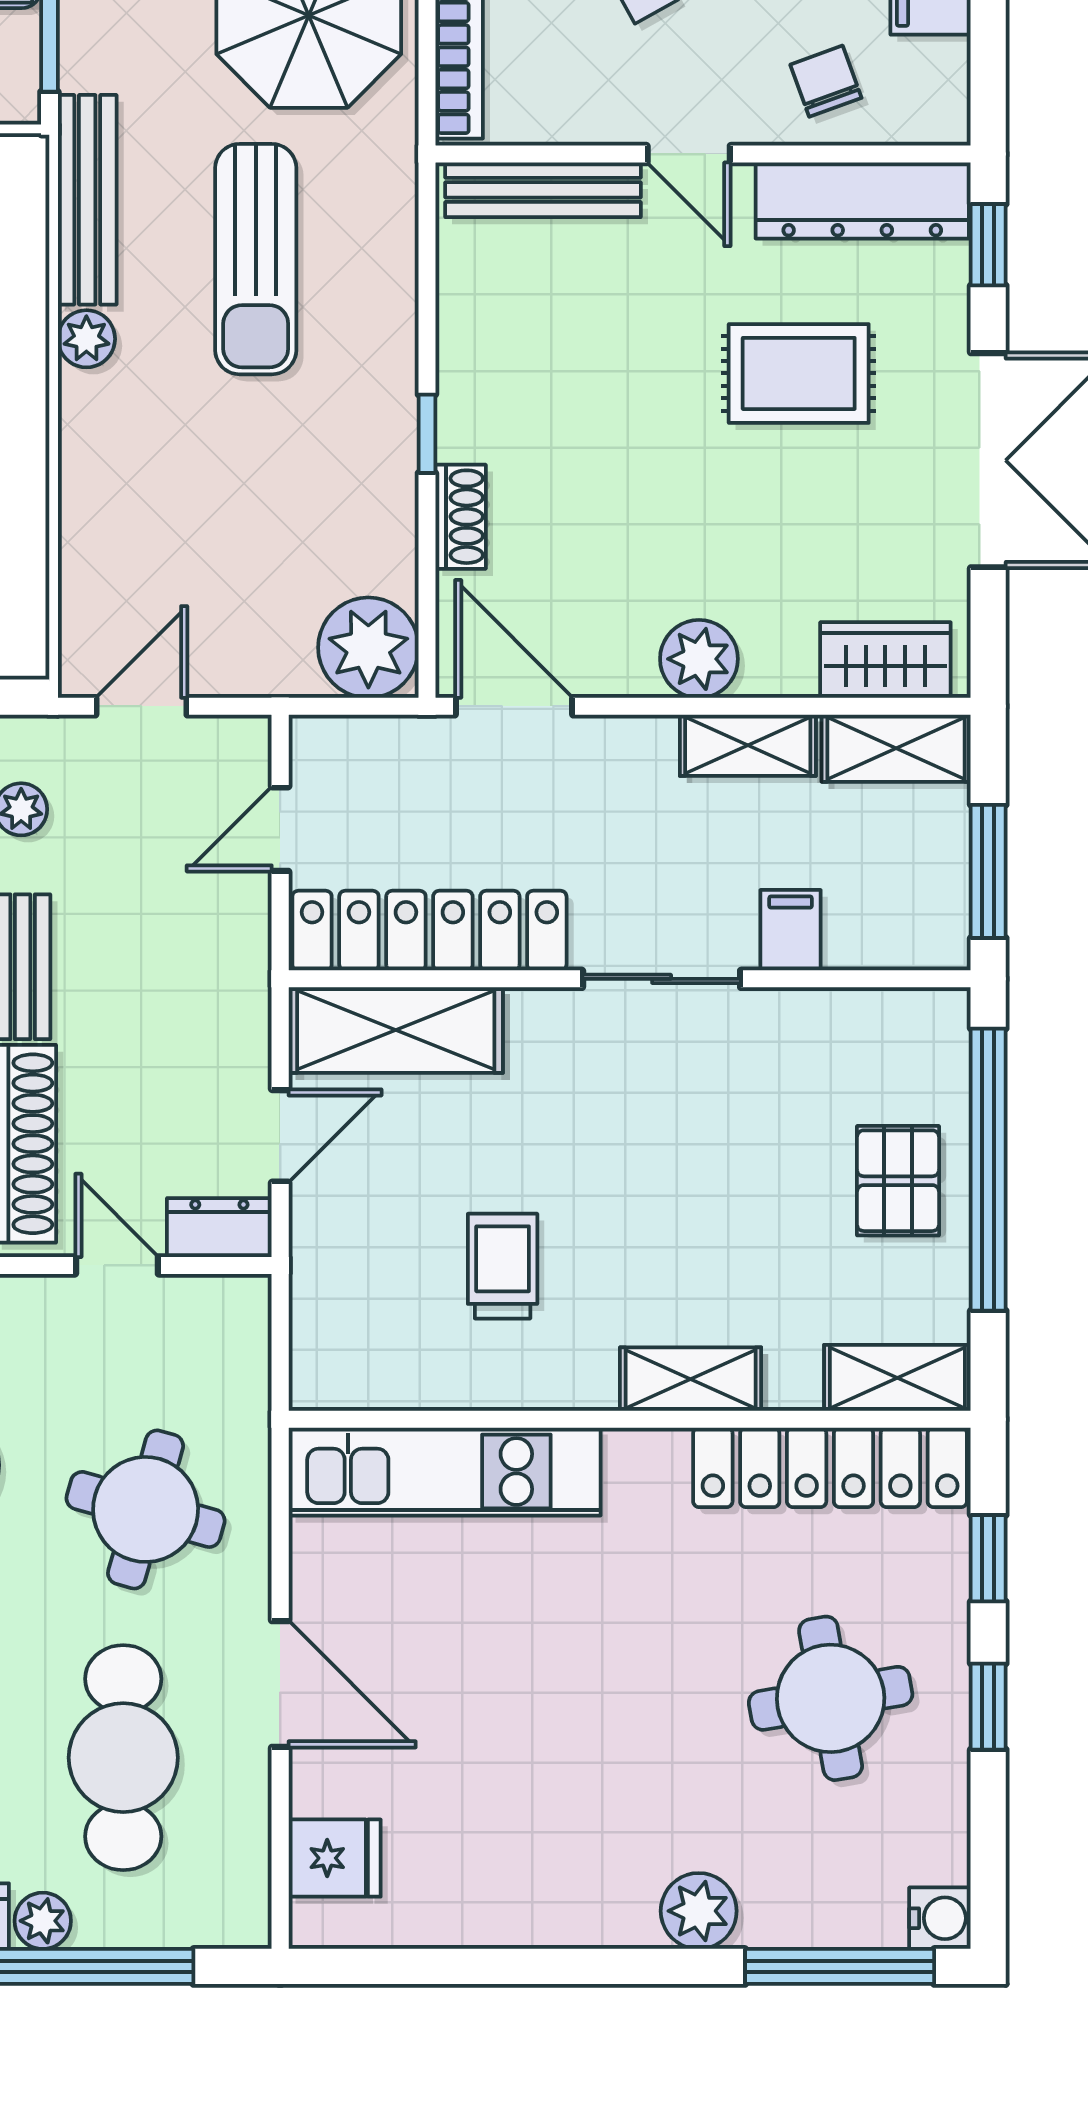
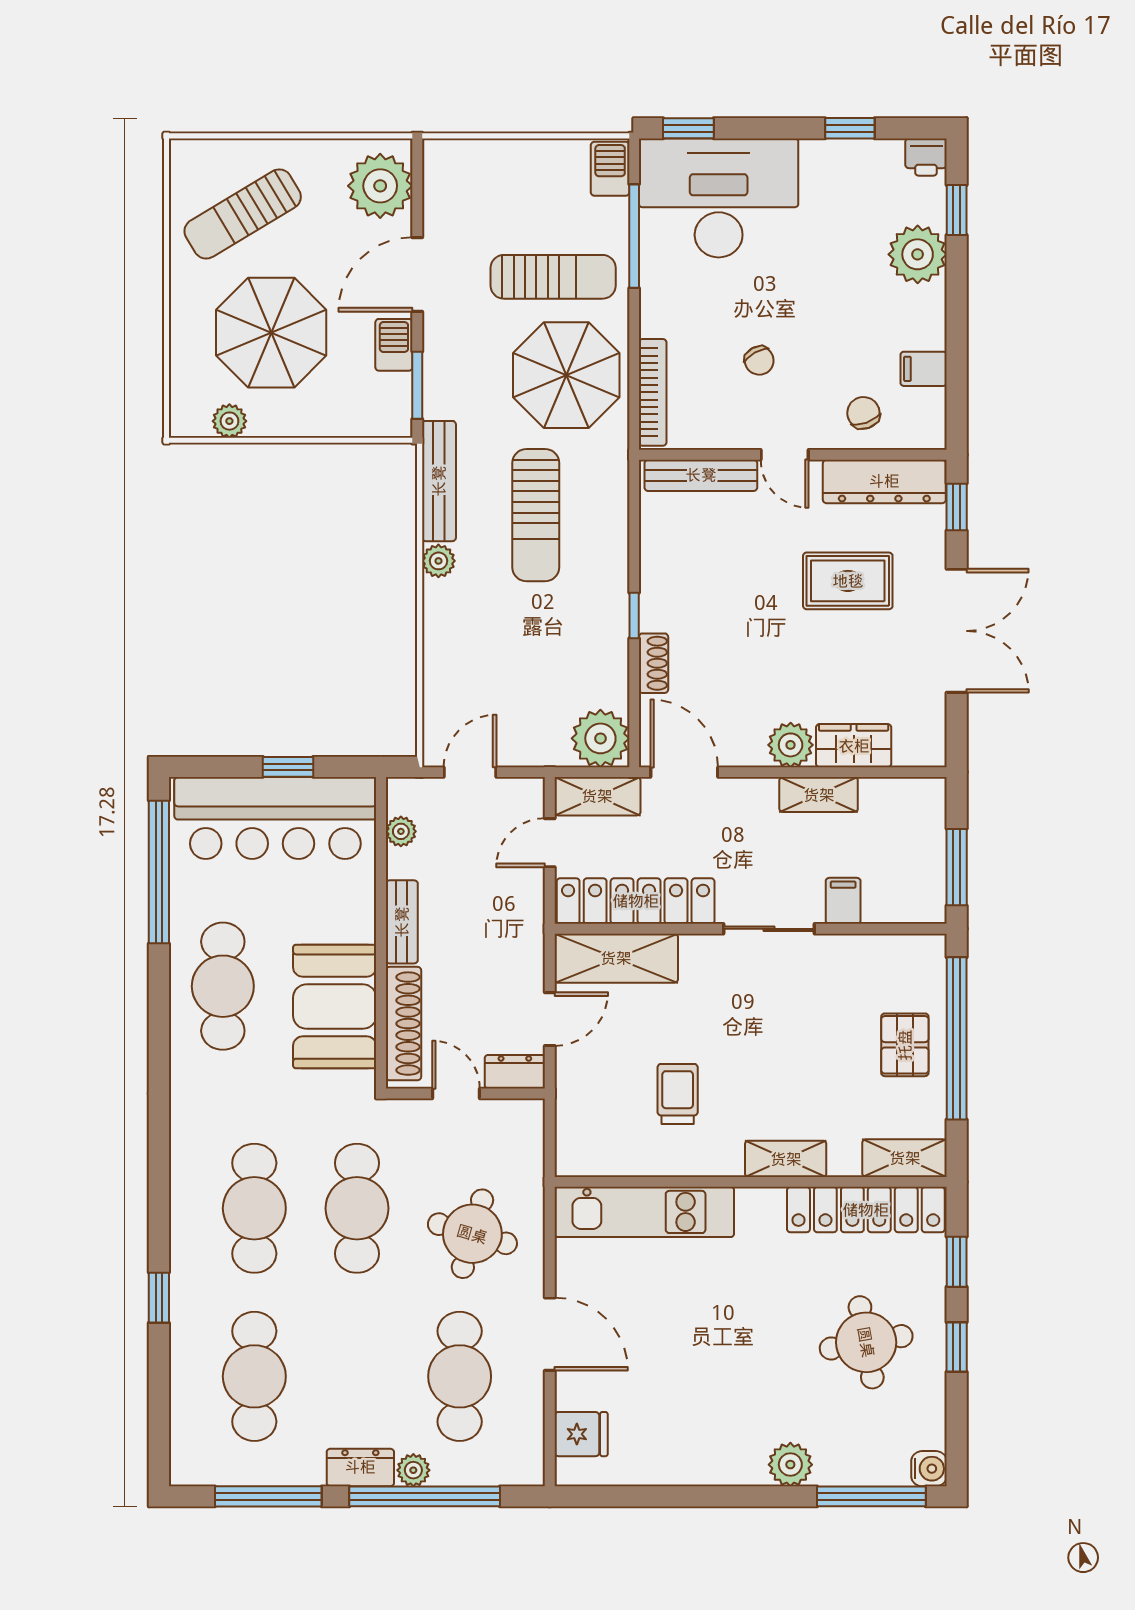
wardrobe: (885, 660) -> (854, 746), moved
shelving: (896, 748) -> (597, 796), moved

